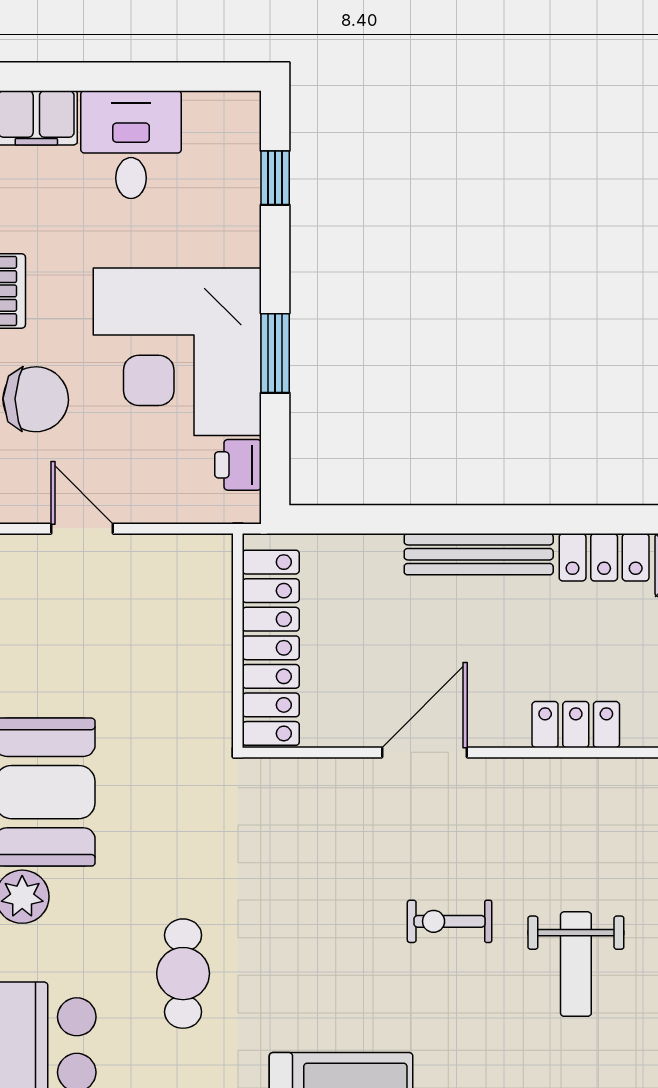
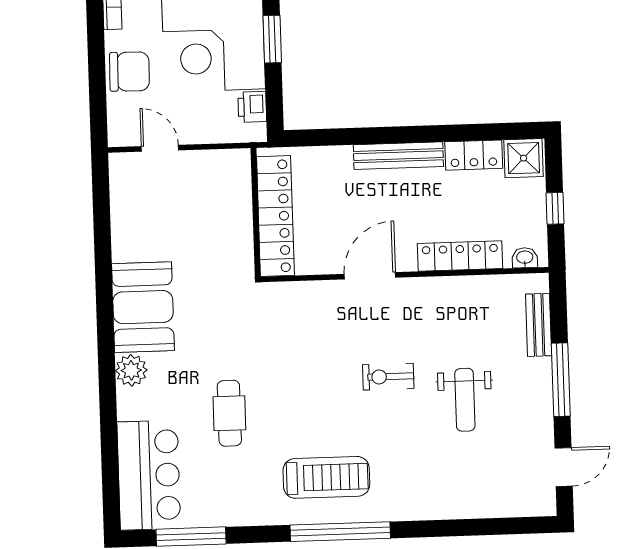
locker: (576, 725) -> (460, 256), width x1.53

